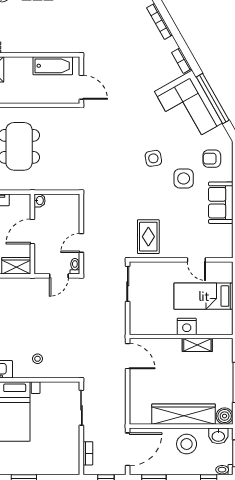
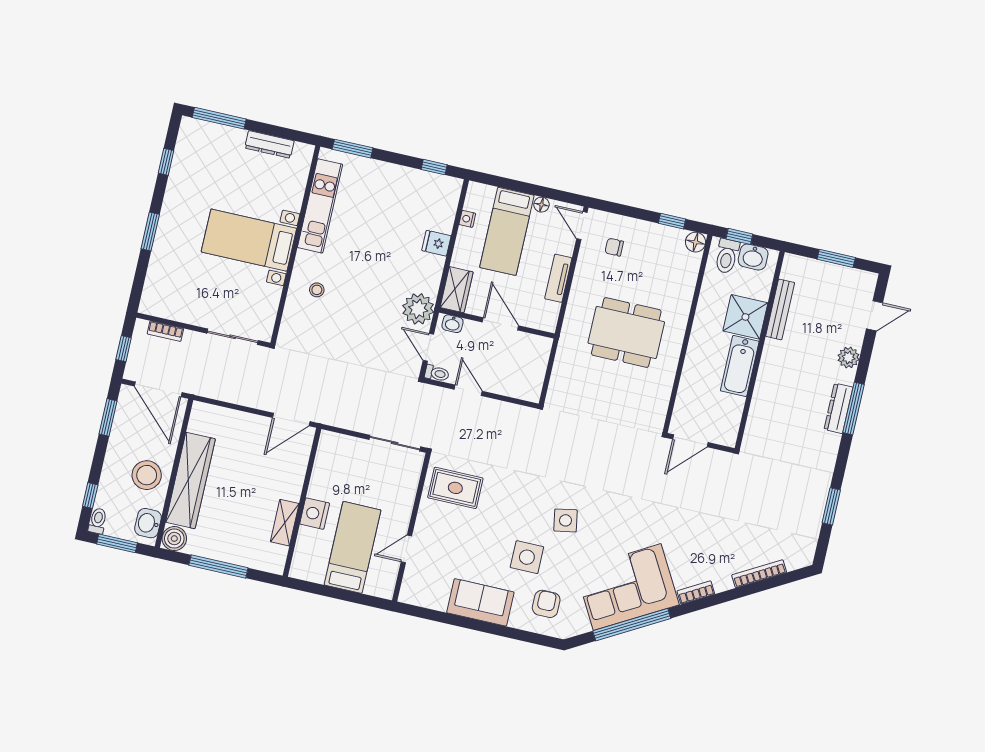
bathtub: (53, 66) -> (740, 366), moved
washbasin: (40, 201) -> (452, 324), moved
plant: (35, 288) -> (418, 309), added

